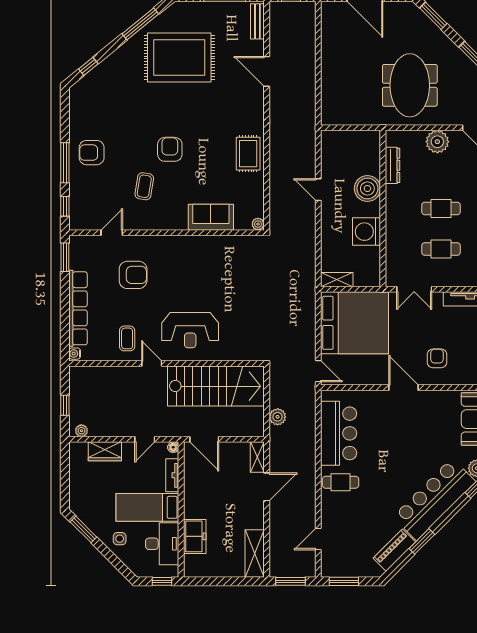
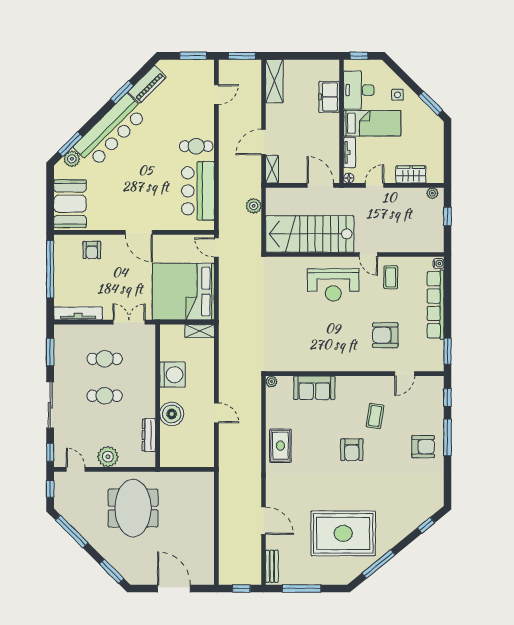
reception desk: (190, 330) -> (333, 285), turned 180
armchair: (437, 358) -> (92, 250), moved

